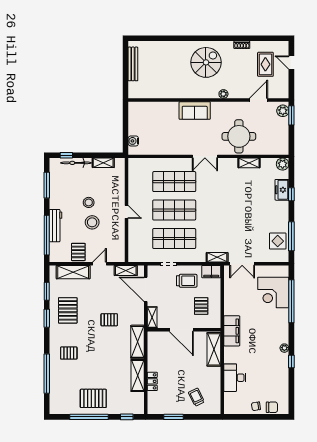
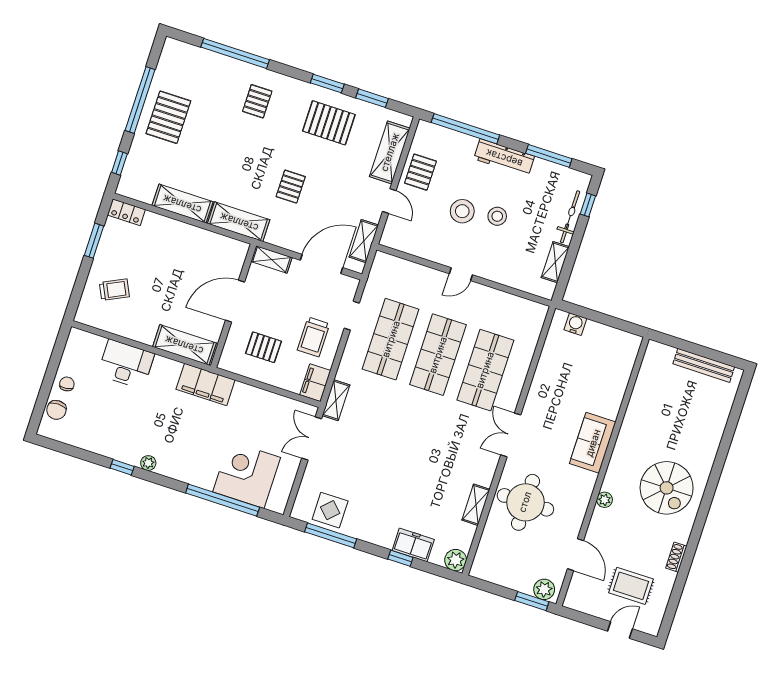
workbench: (56, 226) -> (504, 158), moved
pallet: (78, 252) -> (420, 172), turned 90
locker: (152, 381) -> (126, 212), moved

